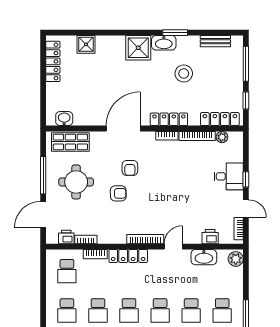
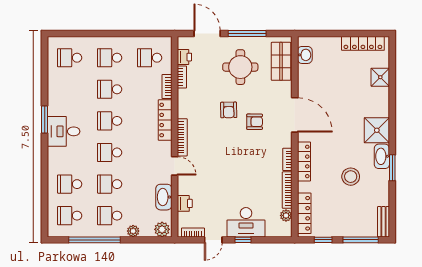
bench: (215, 41) -> (384, 222), moved
armchair: (130, 168) -> (255, 122), turned 180
desk: (229, 176) -> (246, 222), width x1.37
plant: (237, 287) -> (133, 231), added

